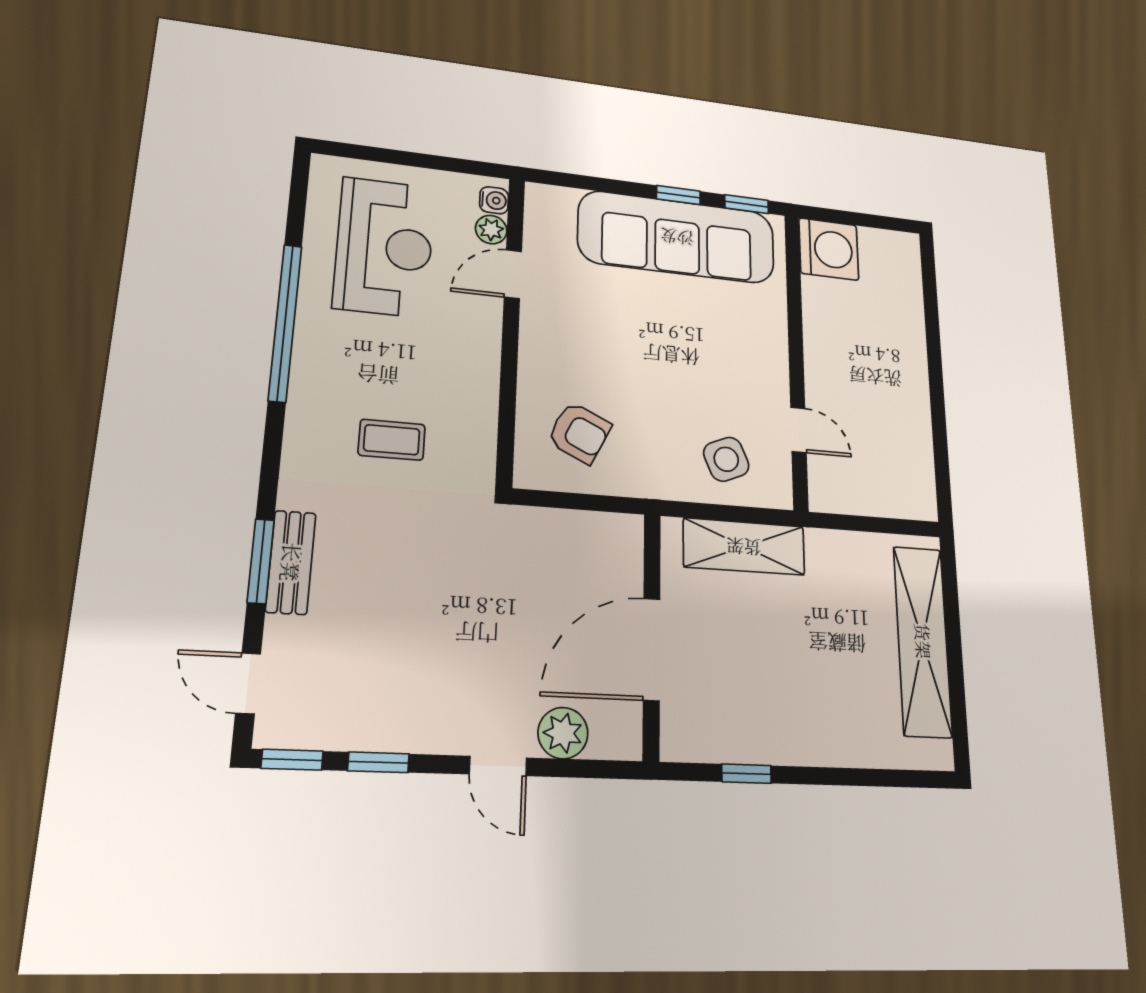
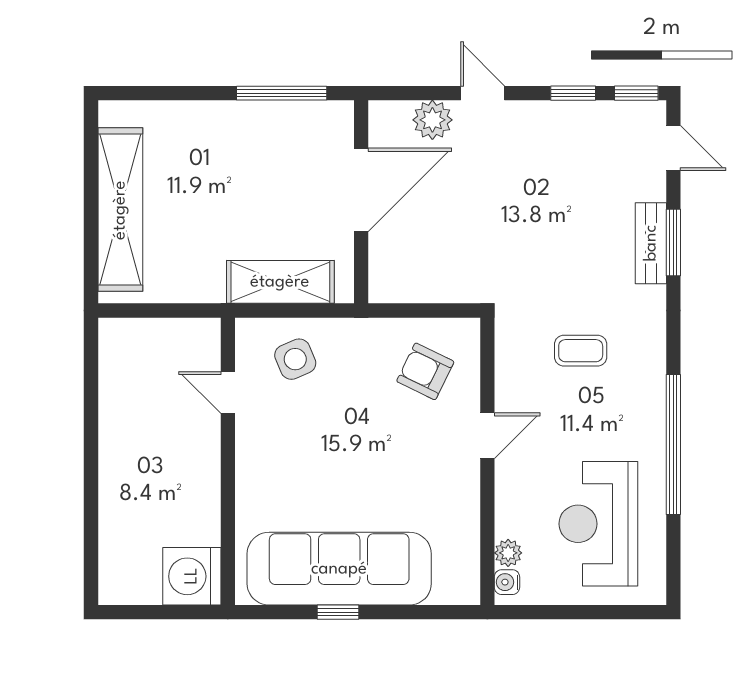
window: (747, 204) -> (272, 612), removed
door: (513, 274) -> (487, 436), moved
window: (747, 774) -> (282, 93), width x2.17

